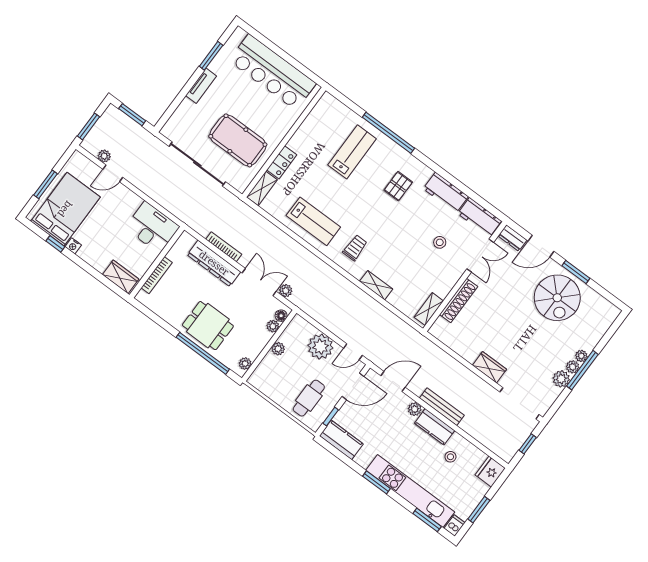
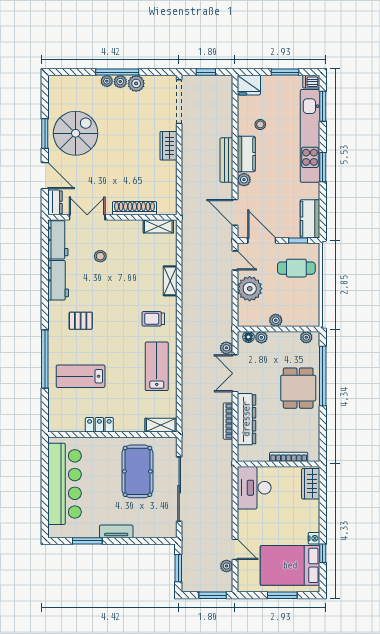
locker: (282, 162) -> (99, 425), moved

